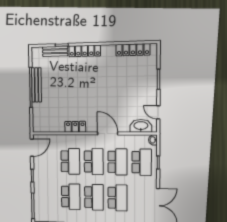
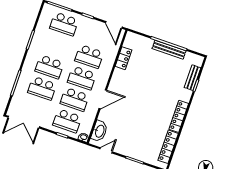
locker: (85, 51) -> (179, 116), moved
locker: (75, 127) -> (124, 58), moved
school desk: (71, 197) -> (64, 24), moved

